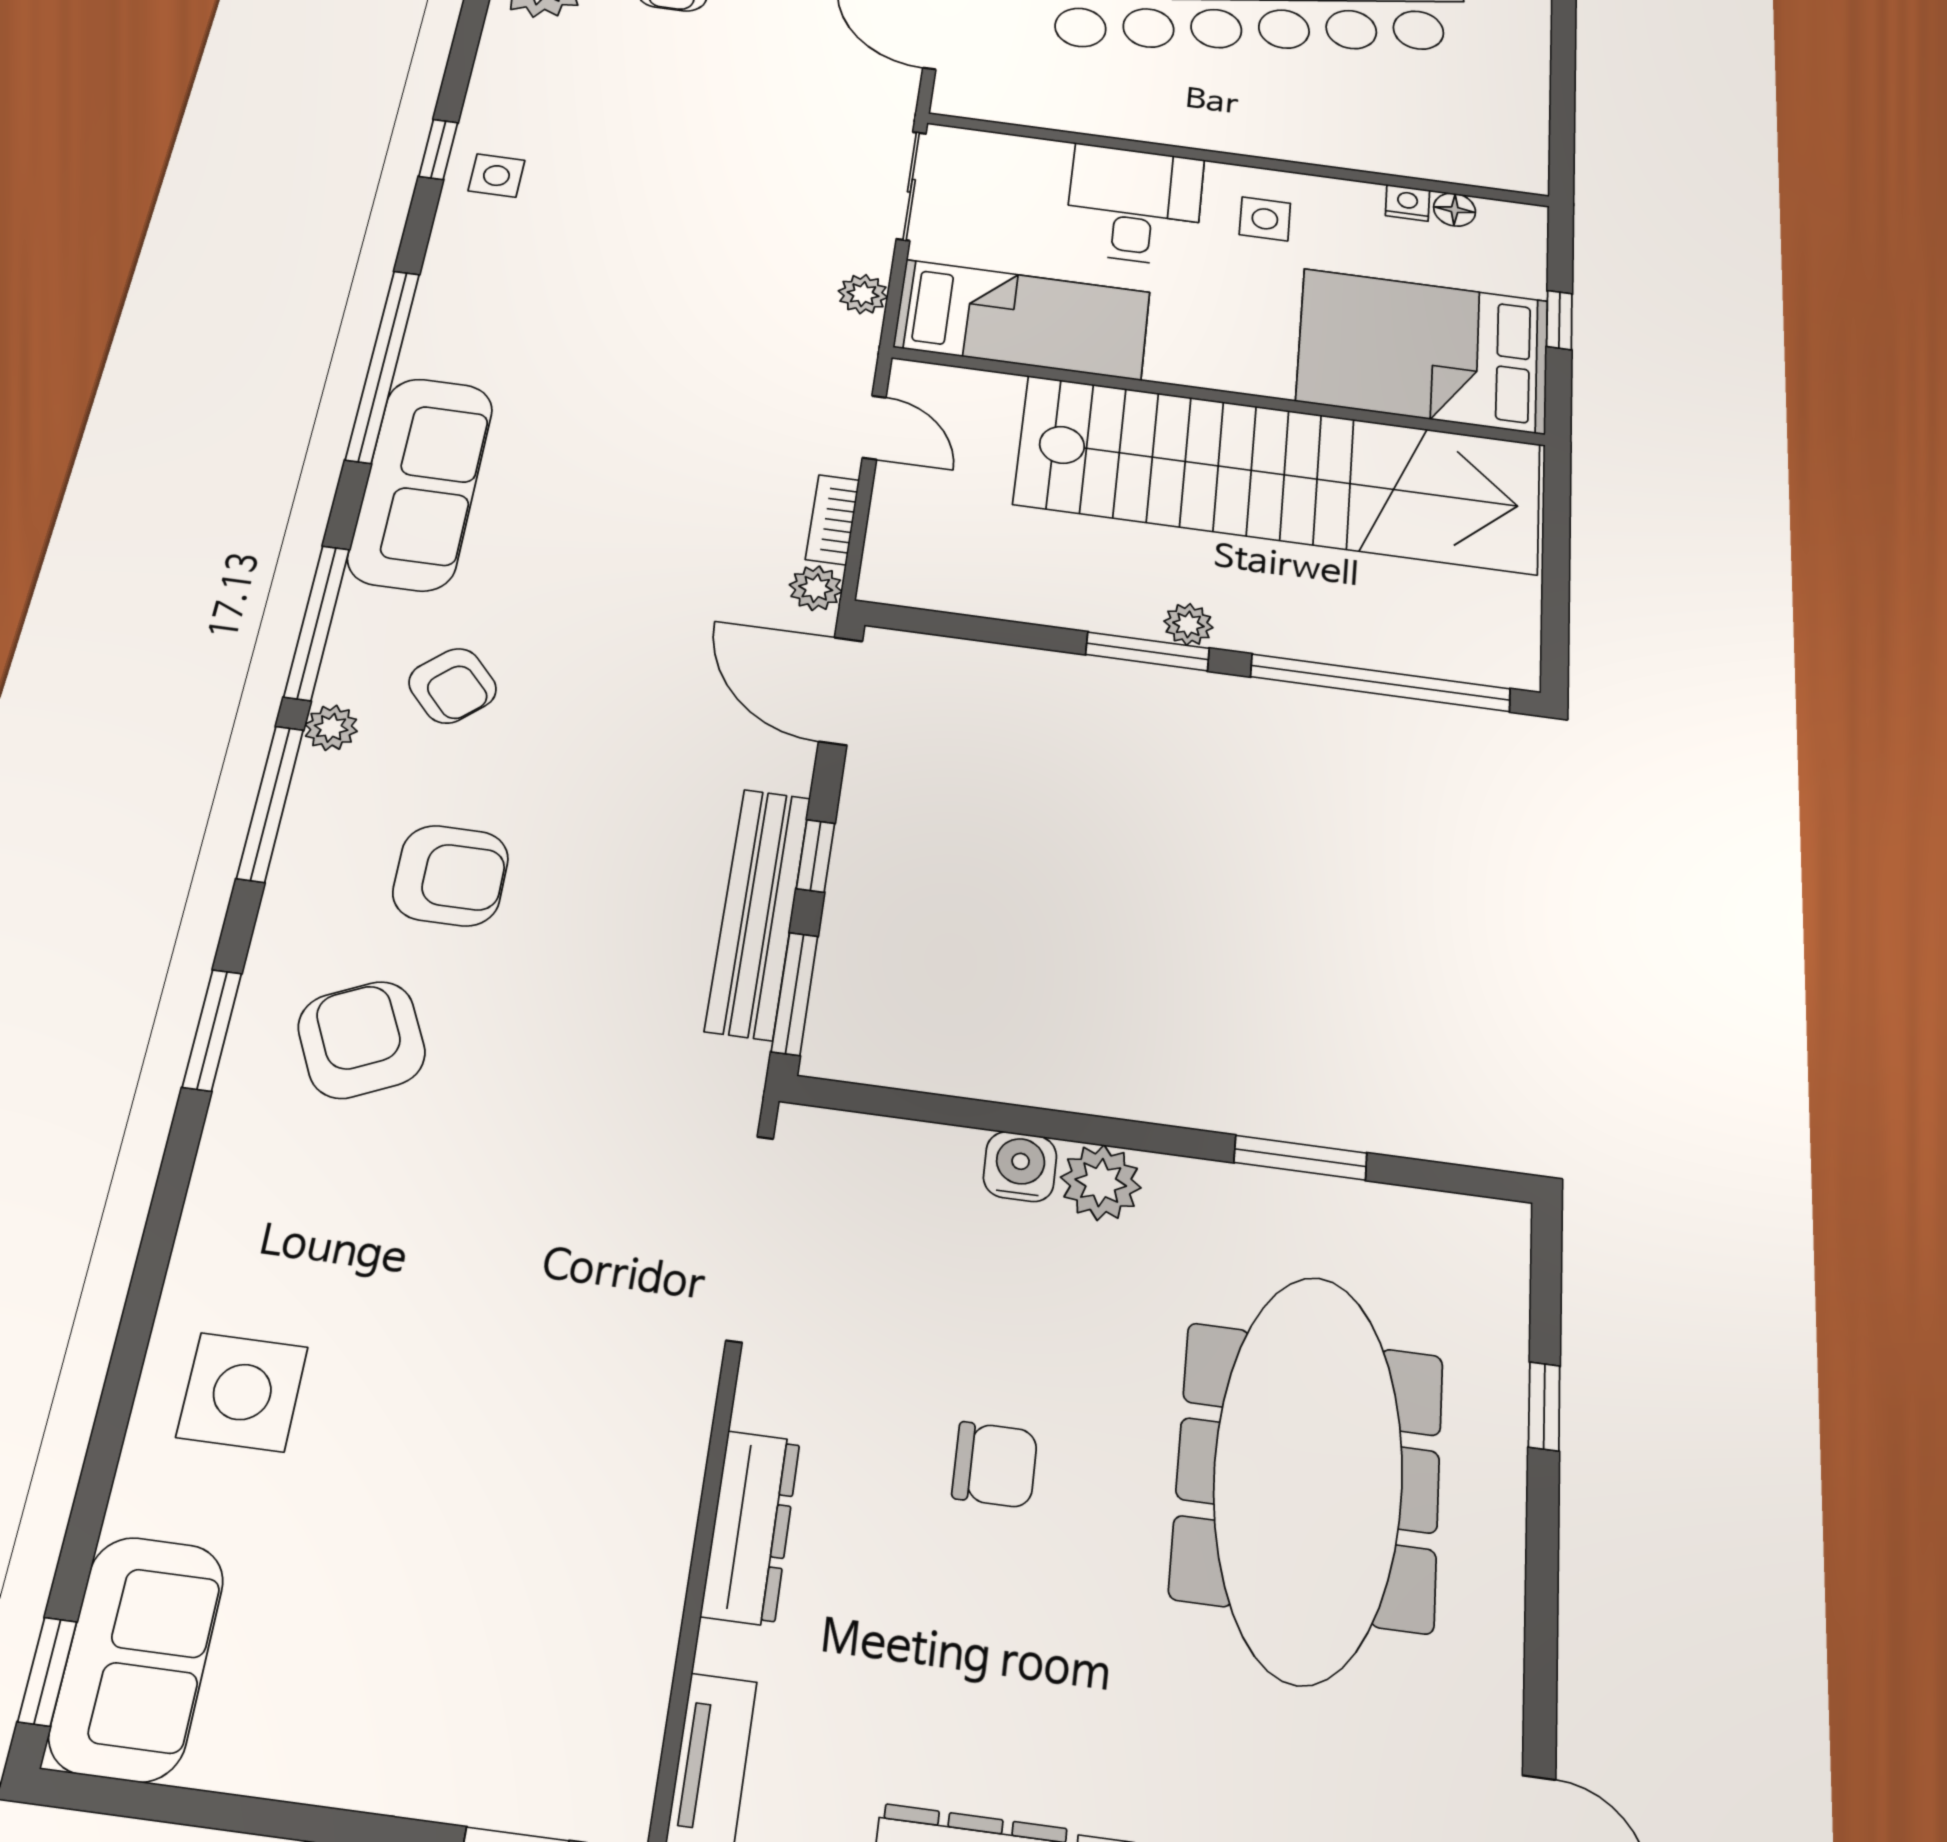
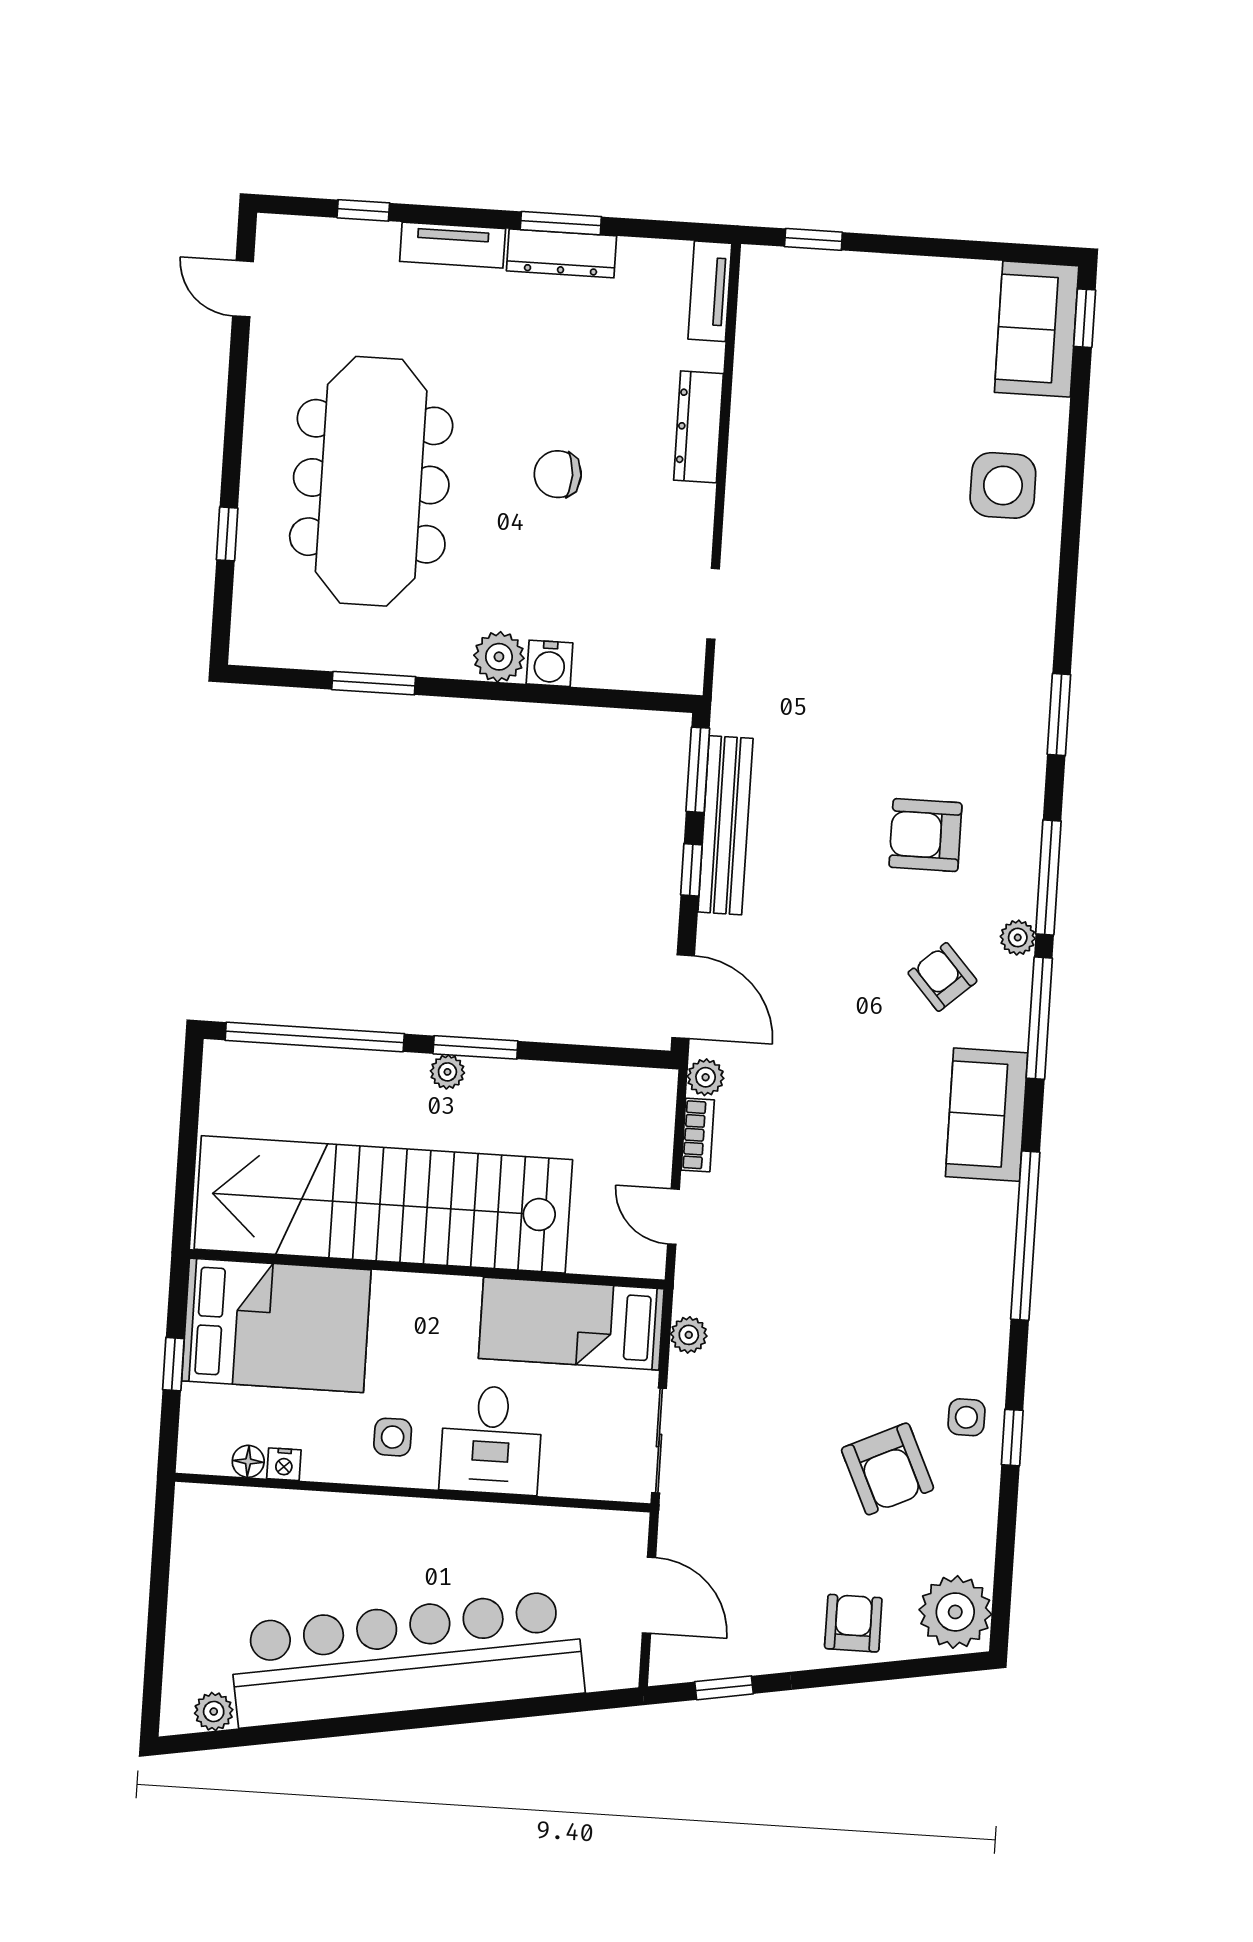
sofa: (421, 483) -> (987, 1115), width x0.73
armchair: (362, 1040) -> (888, 1469), moved
doorway: (750, 1238) -> (713, 604), width x0.53

